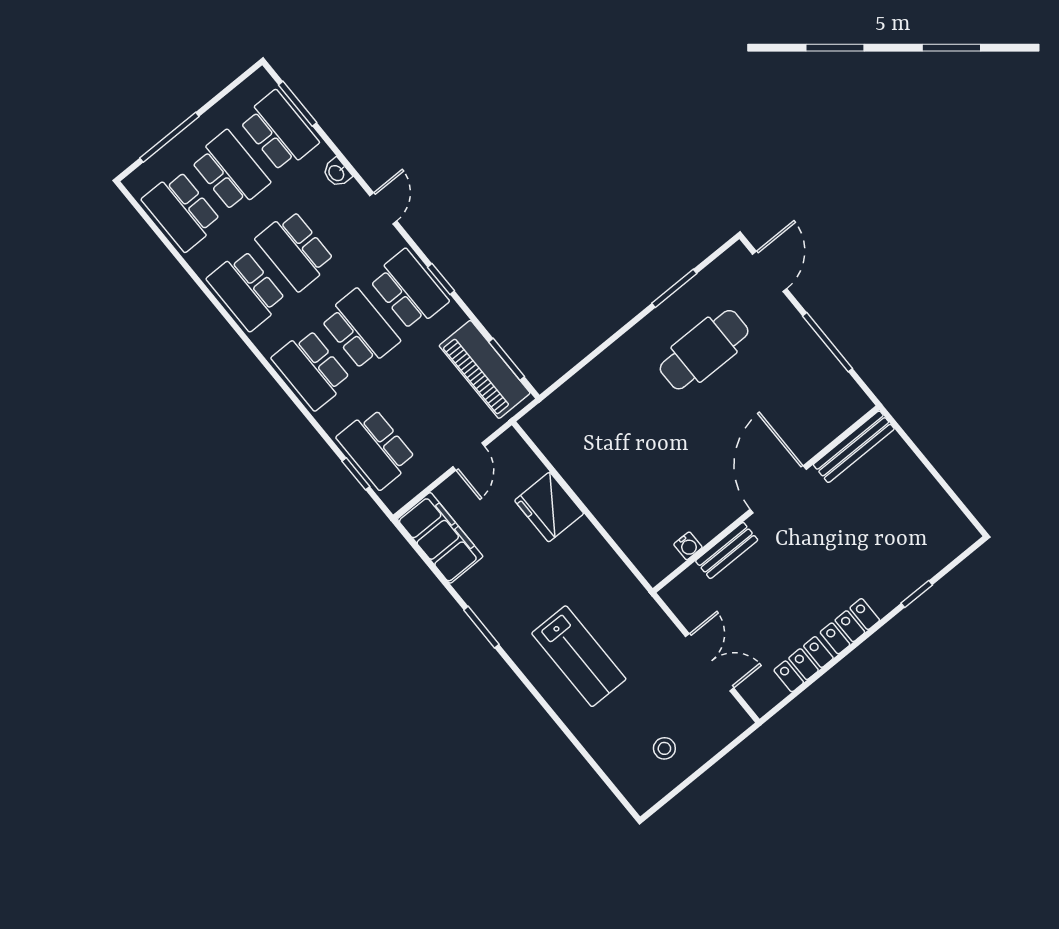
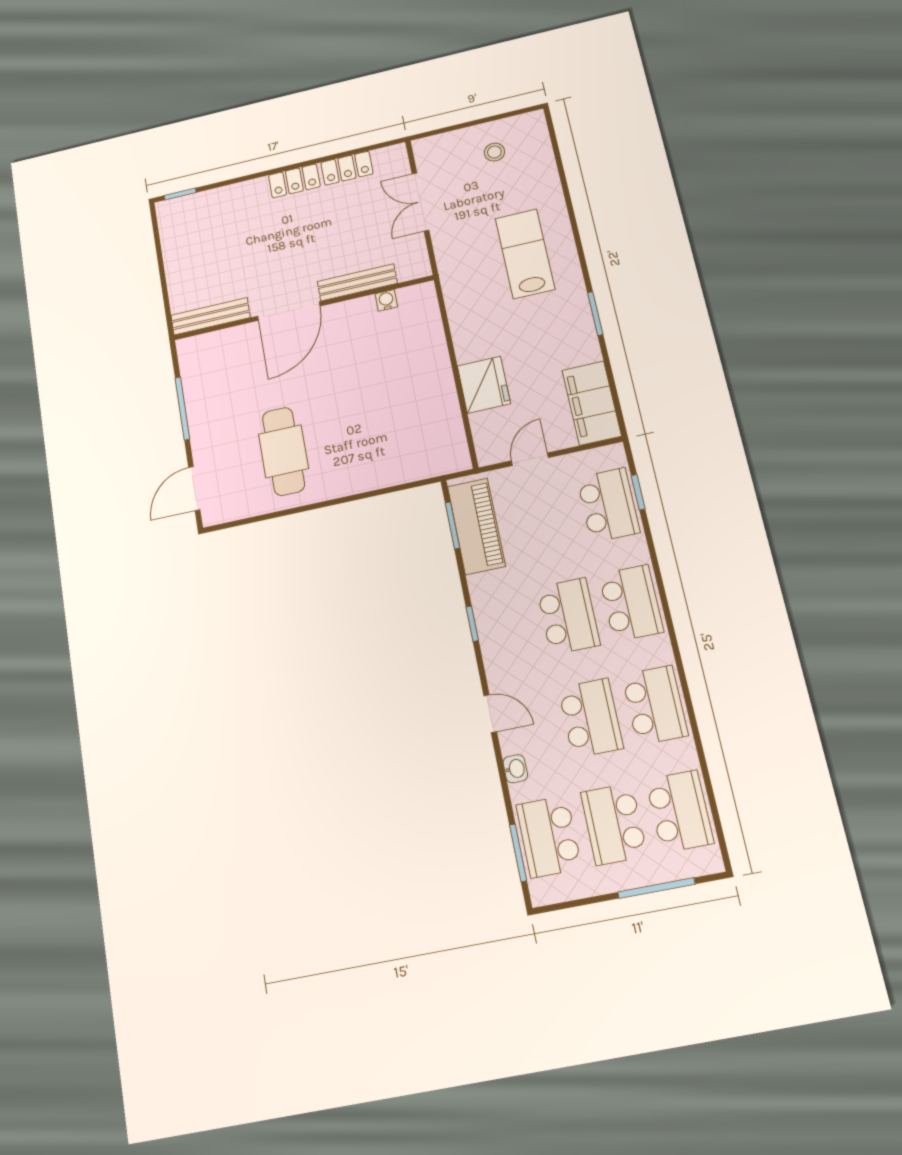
door: (383, 208) -> (490, 714), swing flipped
window: (674, 288) -> (279, 514), removed
school desk: (409, 290) -> (506, 629), removed
school desk: (360, 330) -> (568, 616), turned 180
cafe table: (704, 350) -> (283, 451), turned 90
bench: (727, 550) -> (357, 282), width x1.36
window: (917, 594) -> (180, 194), moved

